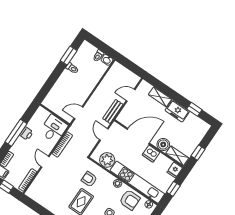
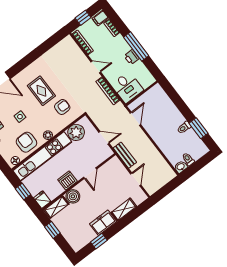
door: (138, 136) -> (90, 173), width x0.53
armchair: (130, 200) -> (26, 142), turned 90

